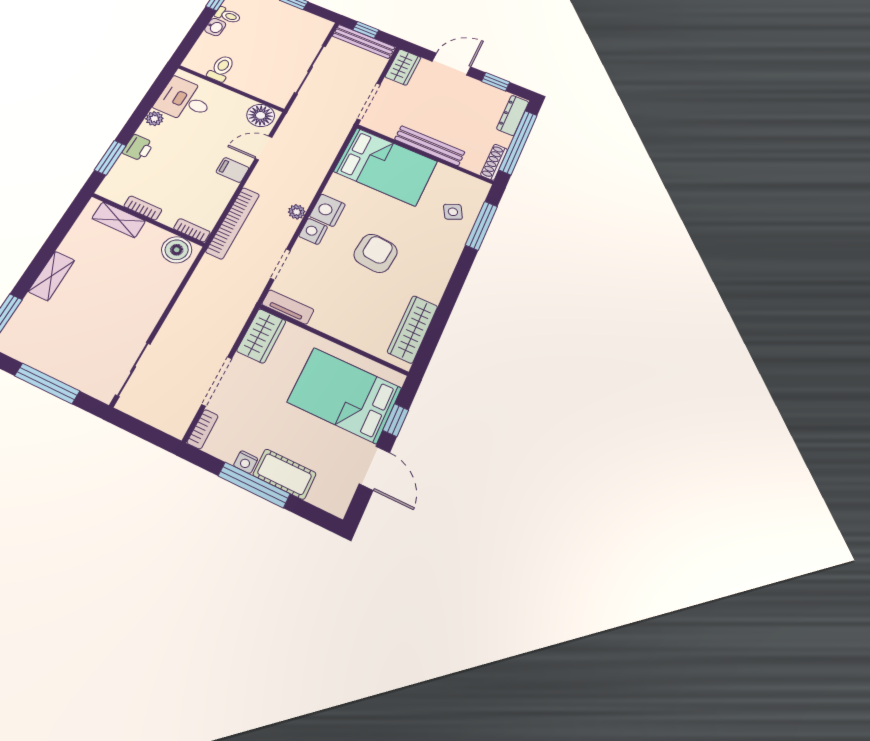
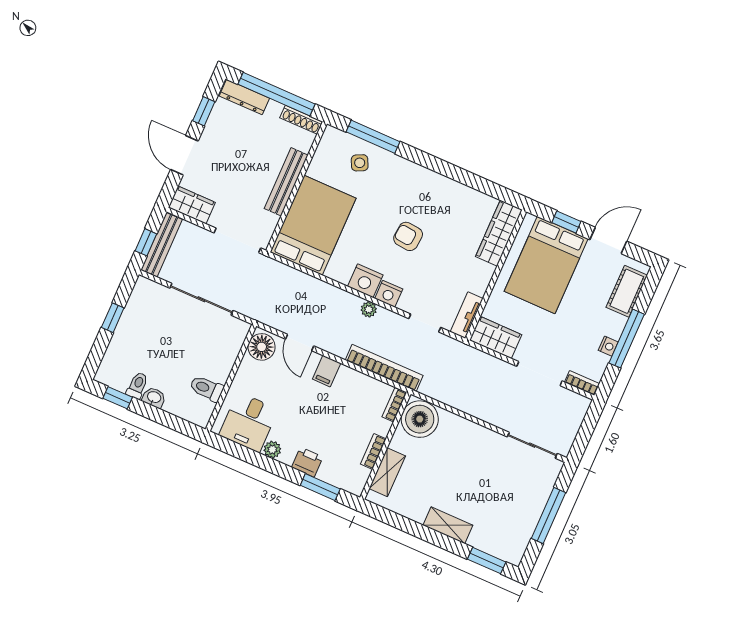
boiler: (177, 250) -> (420, 419), width x1.37, depth x1.37
armchair: (376, 253) -> (408, 236), width x0.72, depth x0.72
wardrobe: (413, 329) -> (499, 233), moved, turned 90
cot: (284, 474) -> (627, 291), moved

